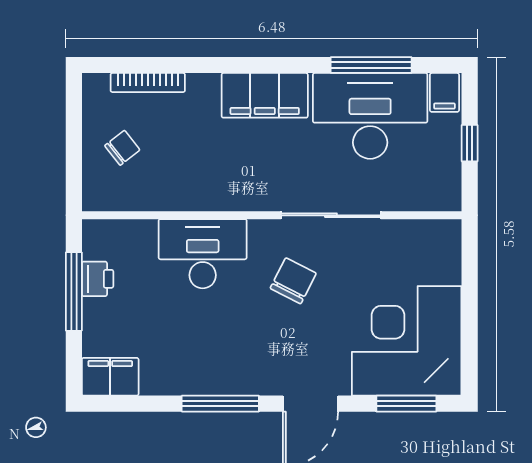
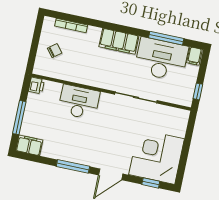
window: (470, 143) -> (198, 91), moved
printer: (98, 279) -> (36, 85), moved
chair: (293, 281) -> (114, 121), removed
window: (74, 291) -> (19, 118), moved
window: (406, 404) -> (151, 183), width x0.67

